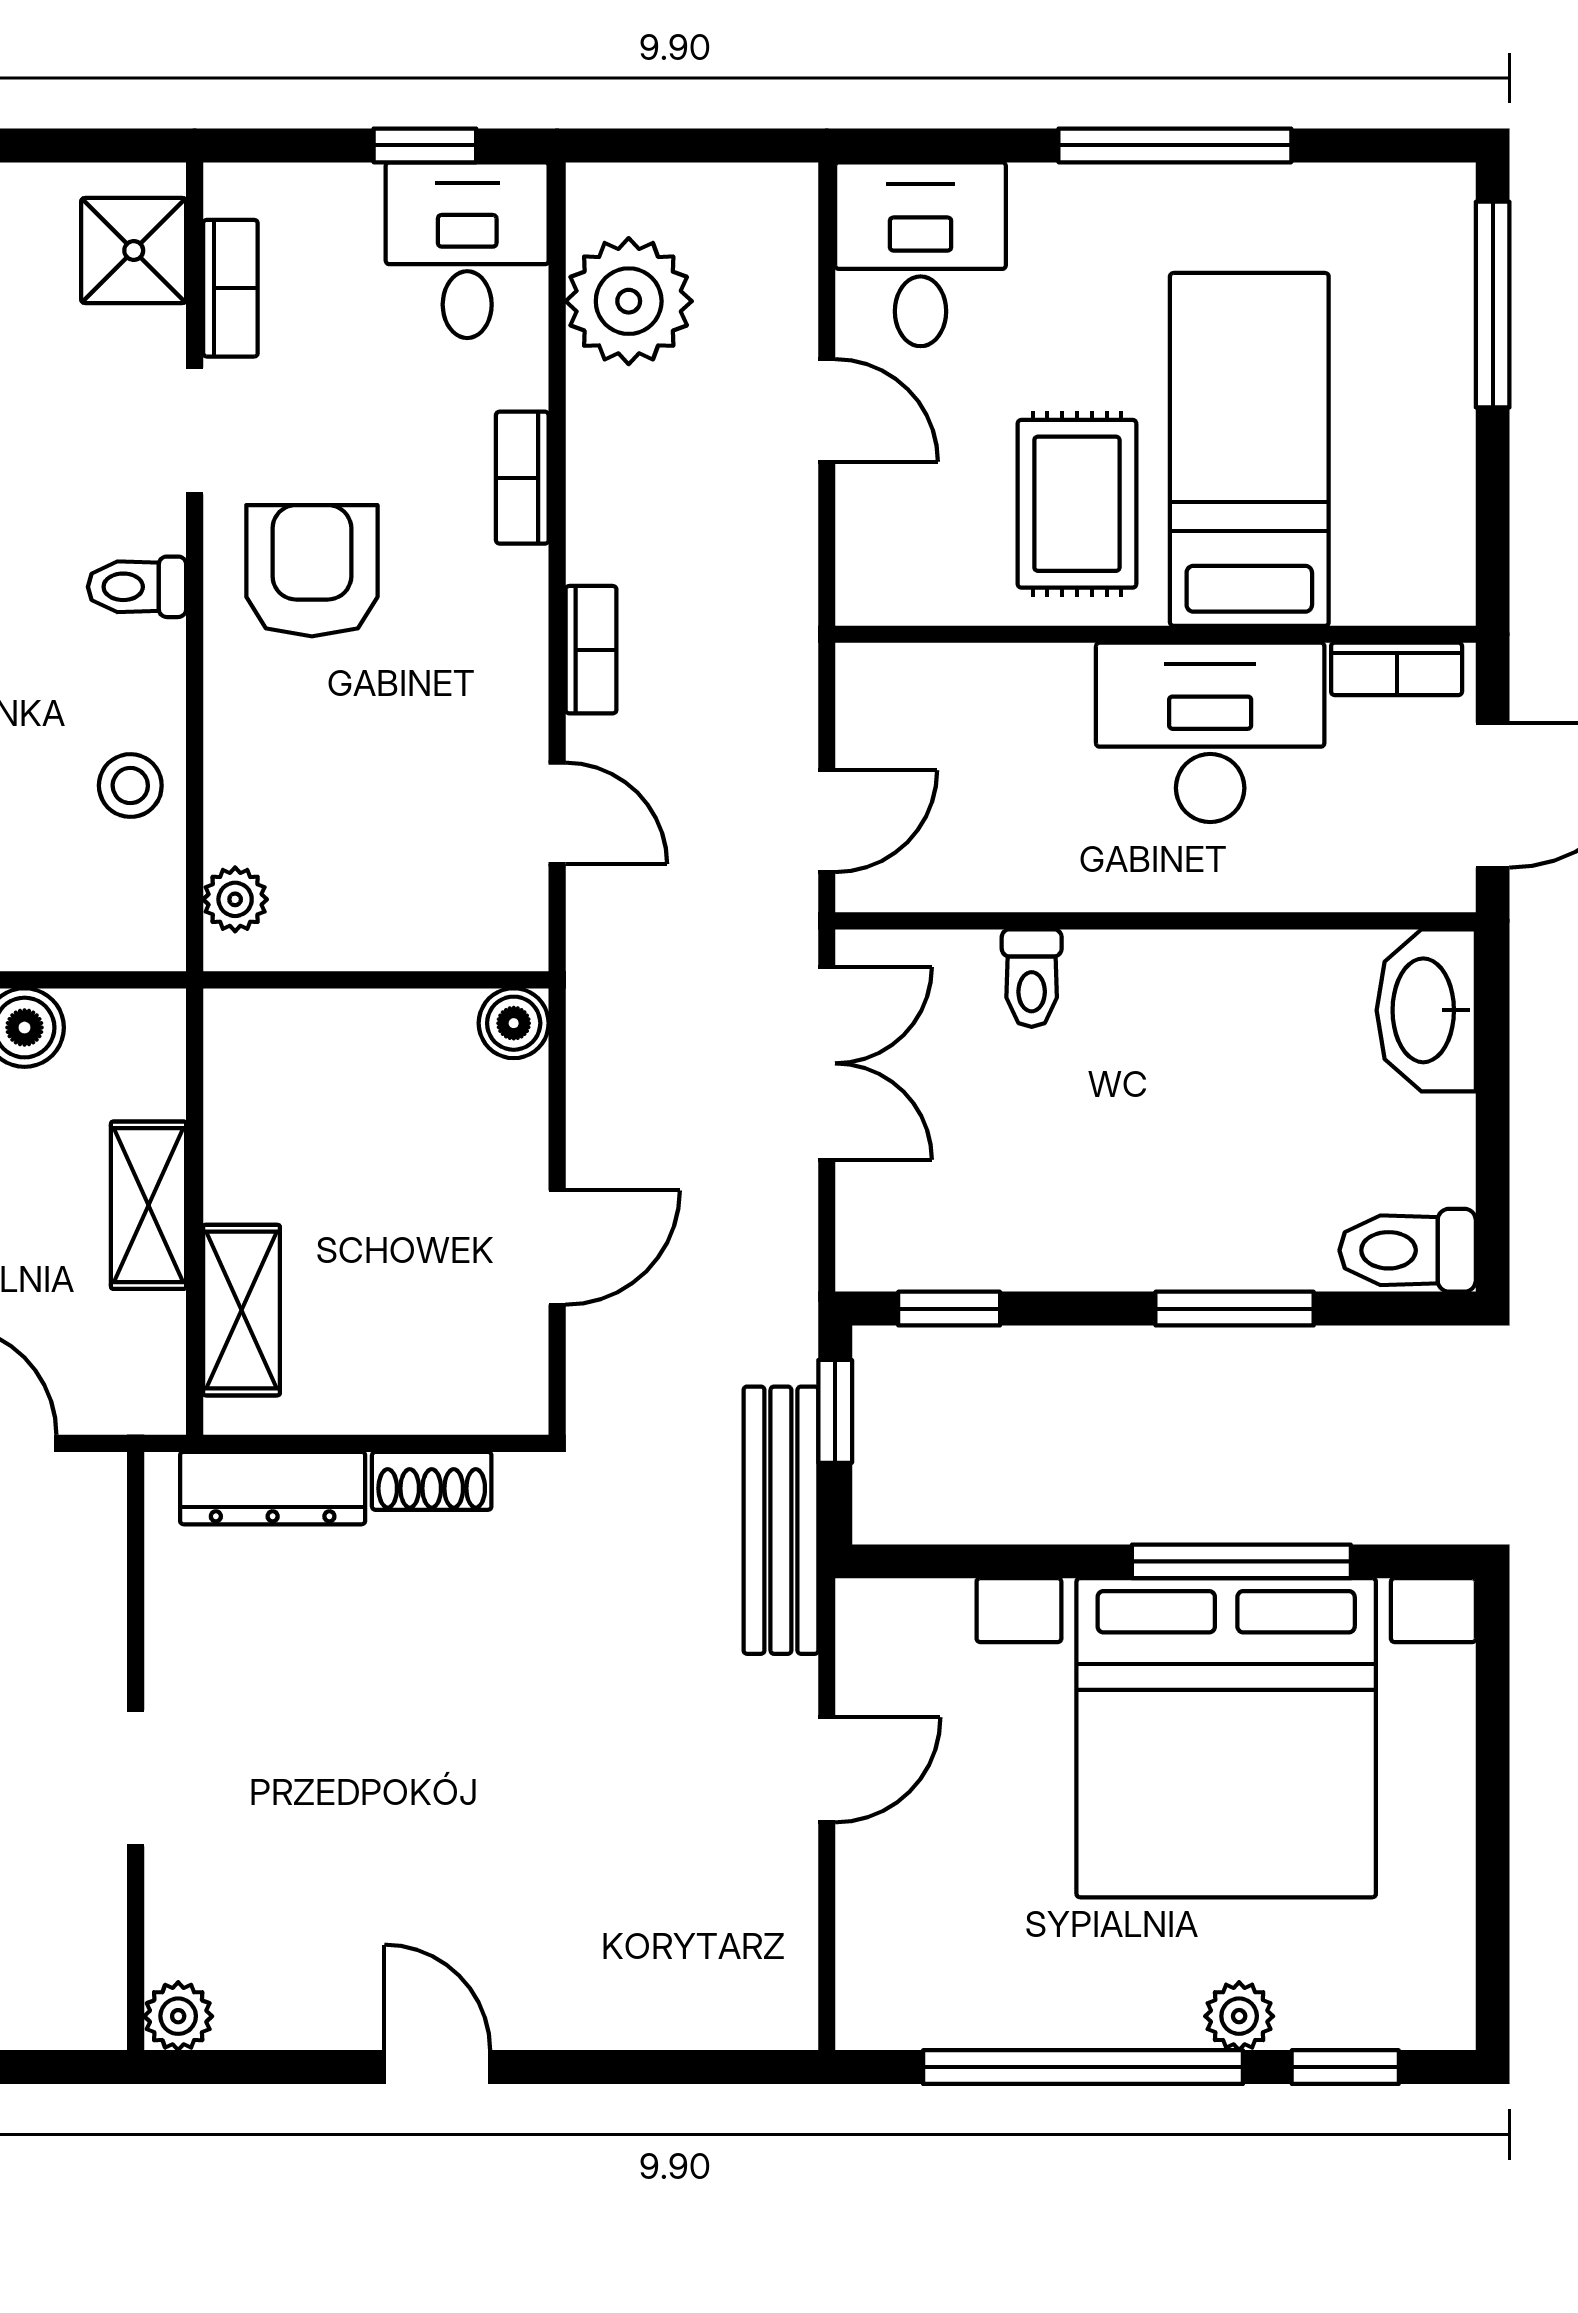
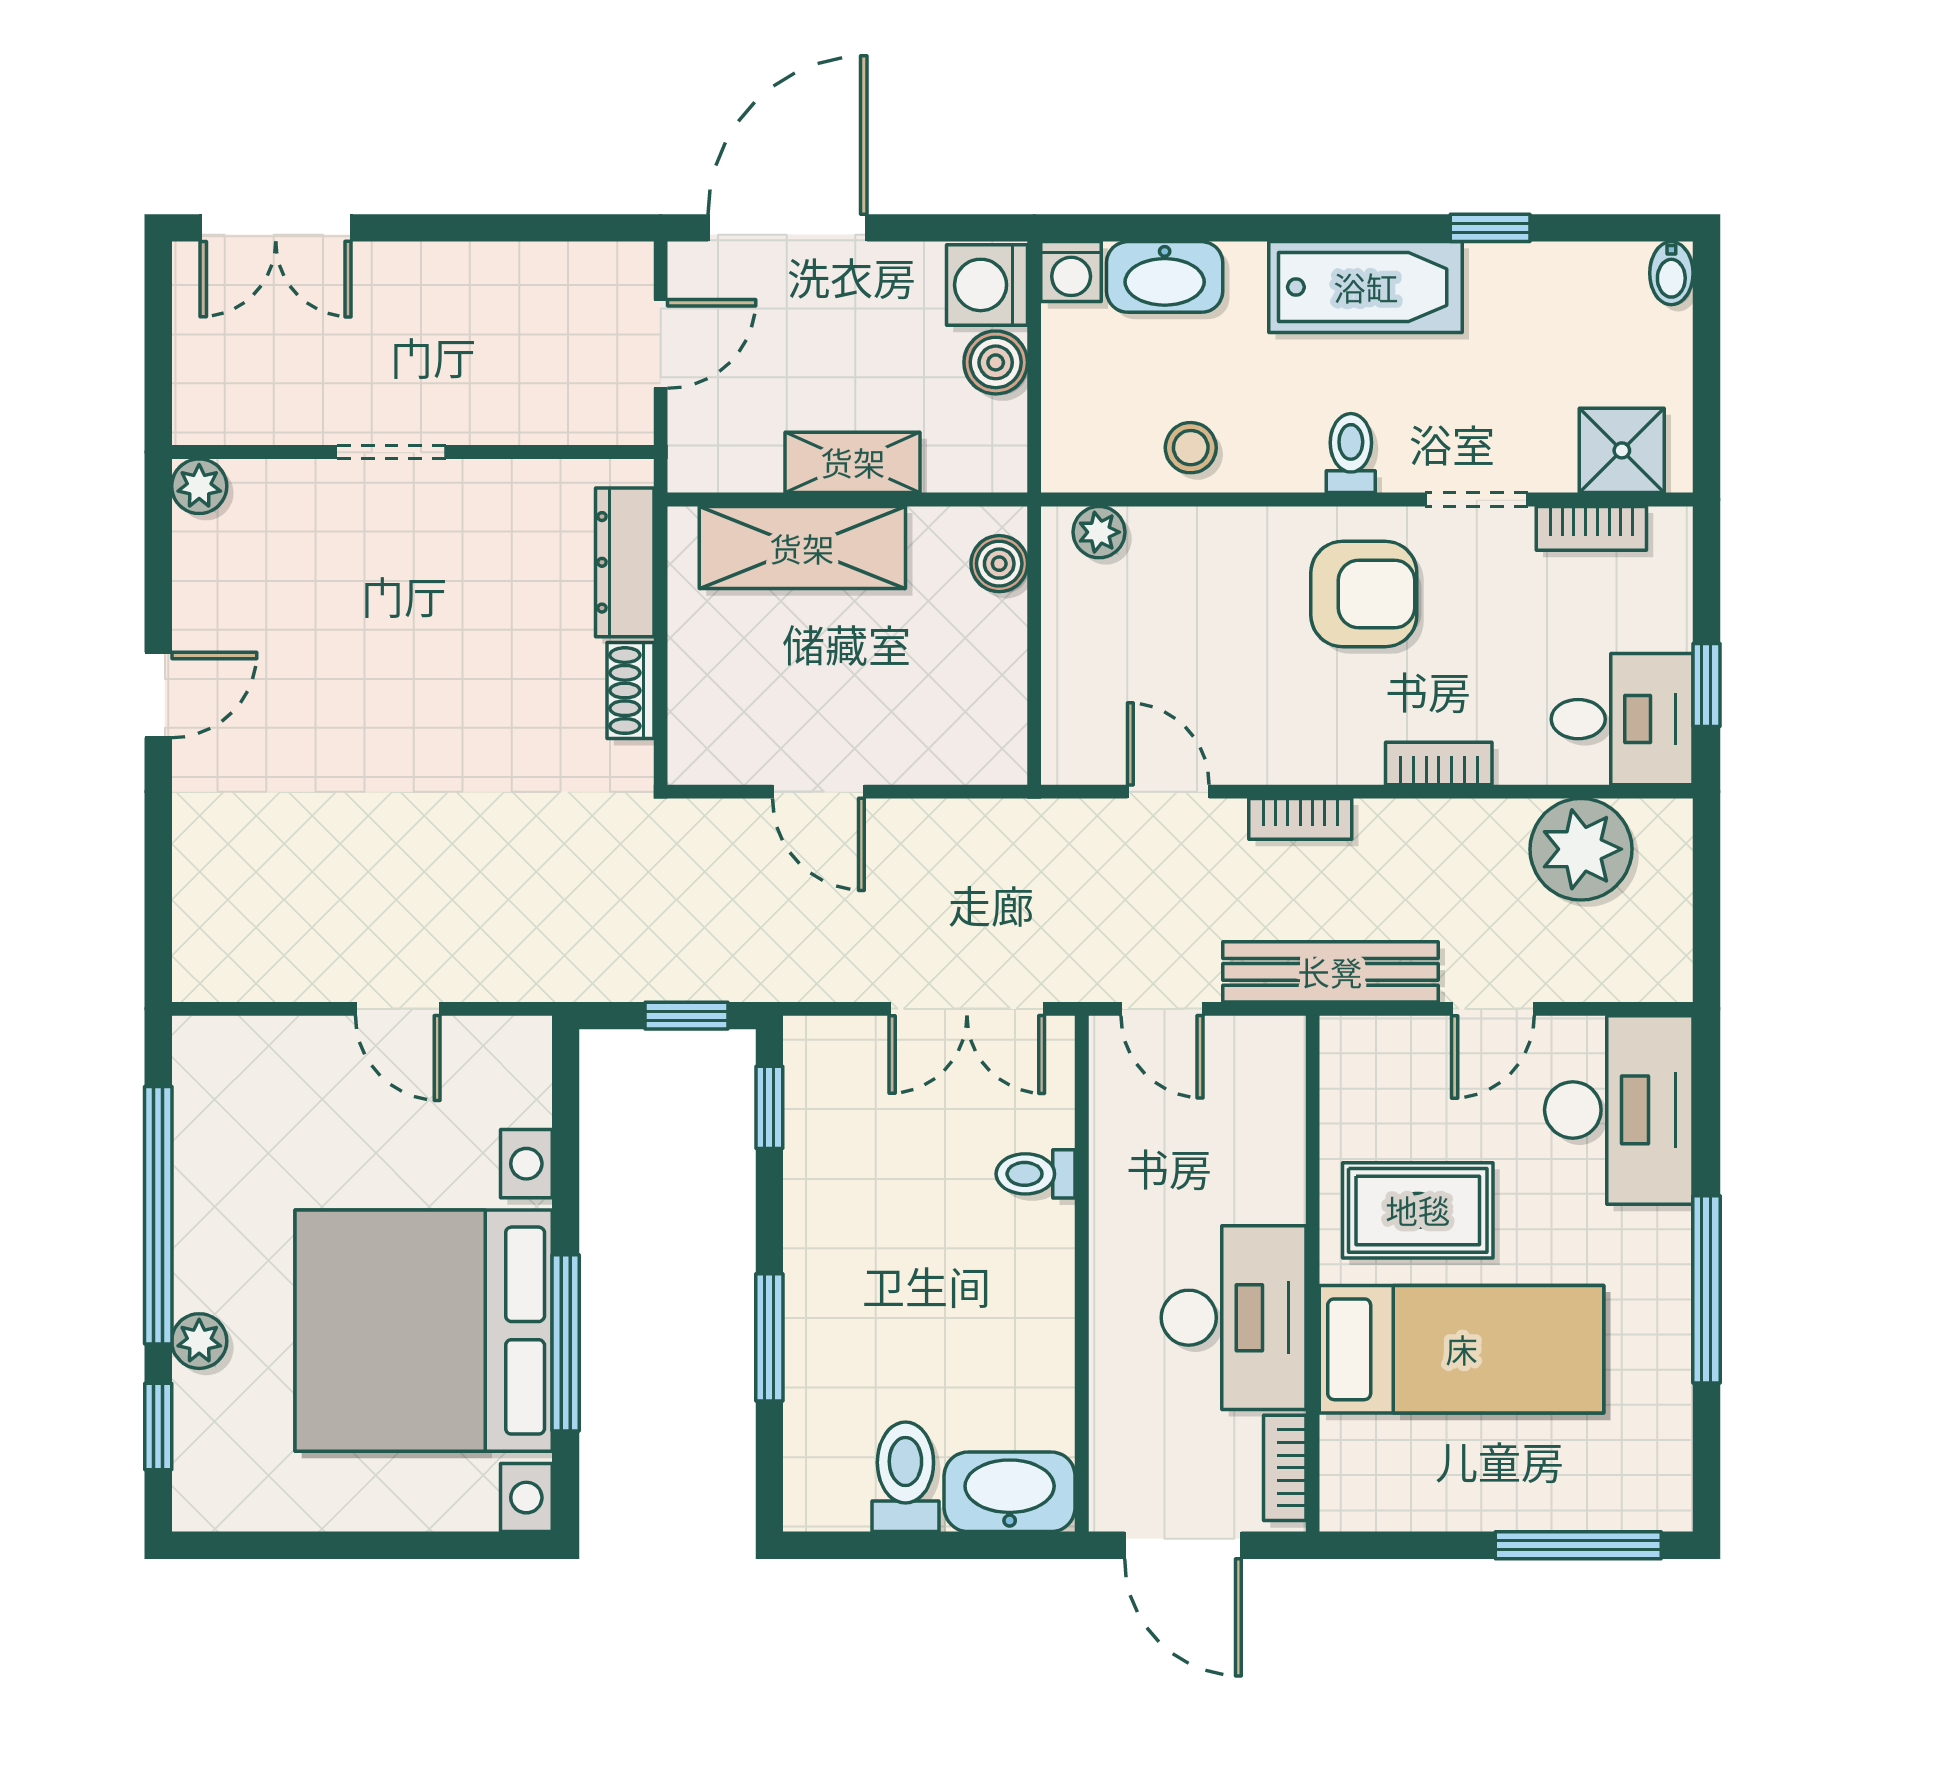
desk: (921, 254) -> (1619, 1110), width x1.37
door: (557, 813) -> (1168, 792), swing flipped
boiler: (514, 1023) -> (999, 564), moved
toilet: (1408, 1250) -> (905, 1477), moved
shelving: (241, 1310) -> (802, 548), width x1.50, depth x1.33
bench: (781, 1520) -> (1330, 972), moved

